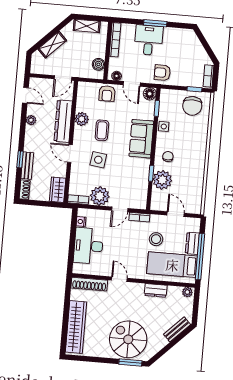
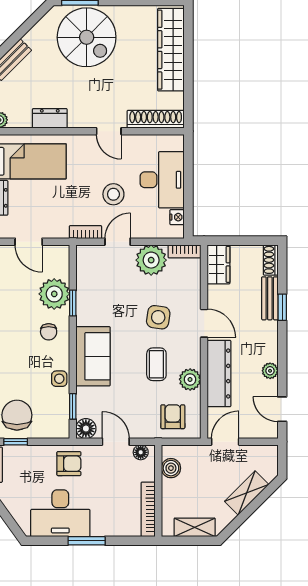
desk: (149, 40) -> (60, 513), moved, width x1.37
armchair: (107, 94) -> (173, 417), moved
stool: (156, 239) -> (113, 194), moved

